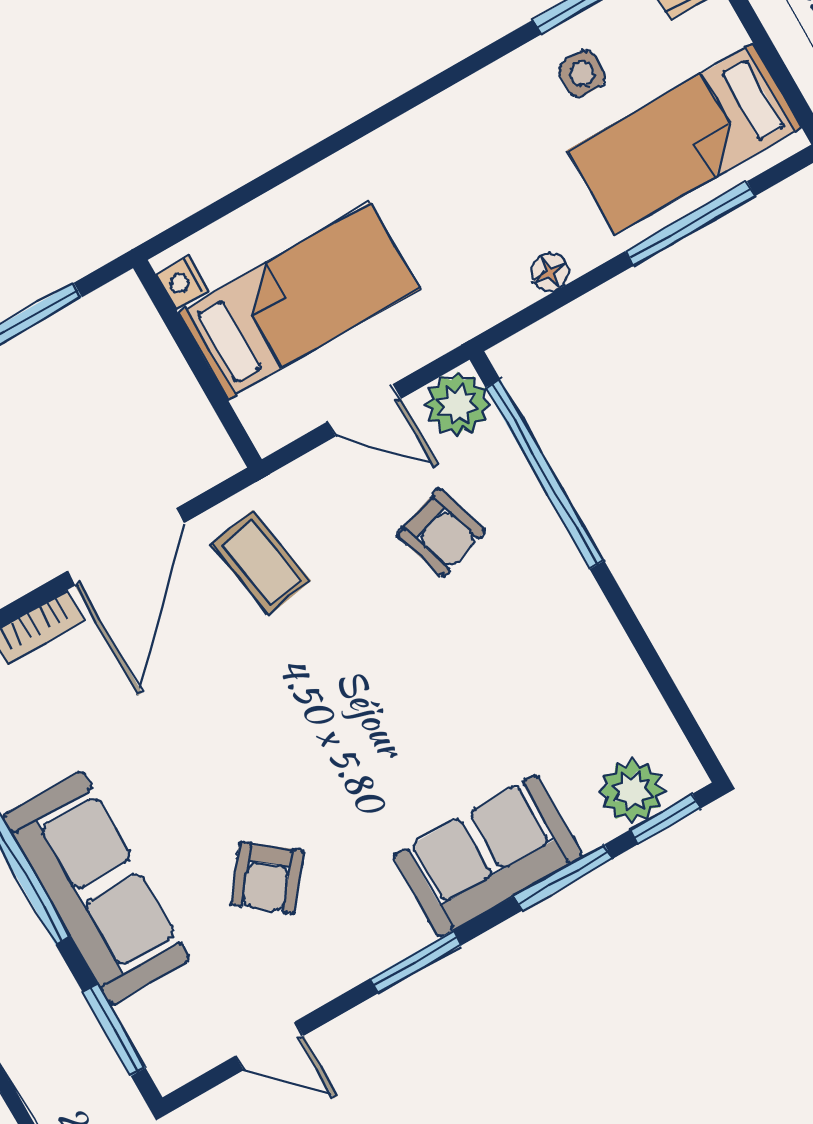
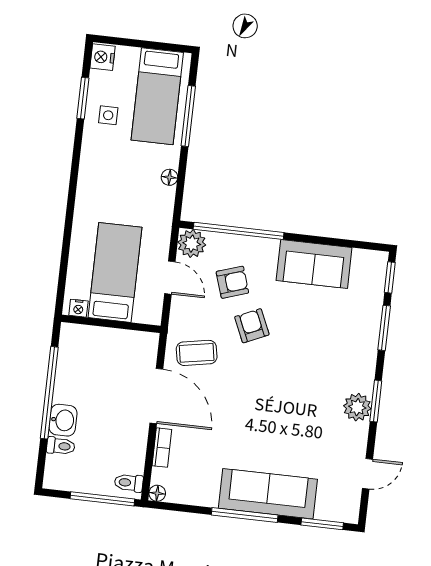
door: (364, 410) -> (170, 278), hinge flipped
plant: (632, 791) -> (357, 407), moved
sofa: (488, 856) -> (314, 264), moved, turned -90
armchair: (267, 878) -> (252, 326), moved, turned -152

